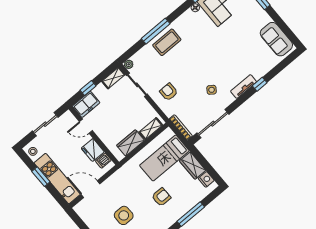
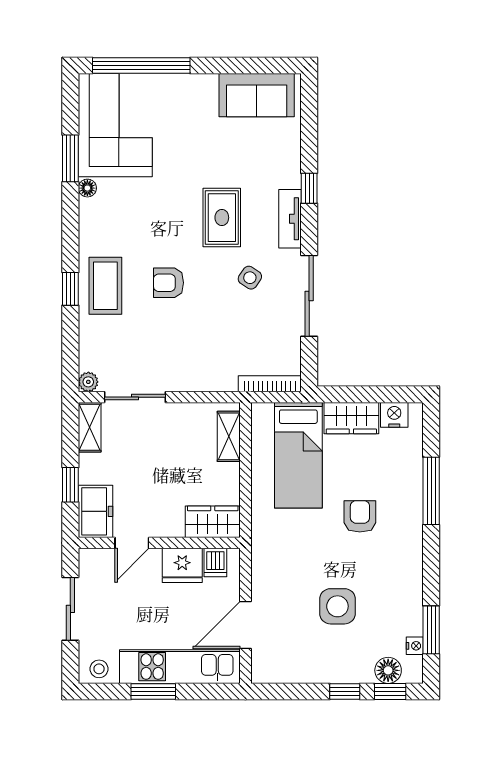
window: (156, 31) -> (70, 289), width x0.46
rug: (224, 63) -> (222, 218), added
armchair: (169, 92) -> (169, 283), moved
sliding door: (213, 124) -> (309, 296), moved
wardrobe: (131, 143) -> (213, 522), moved, turned 90

